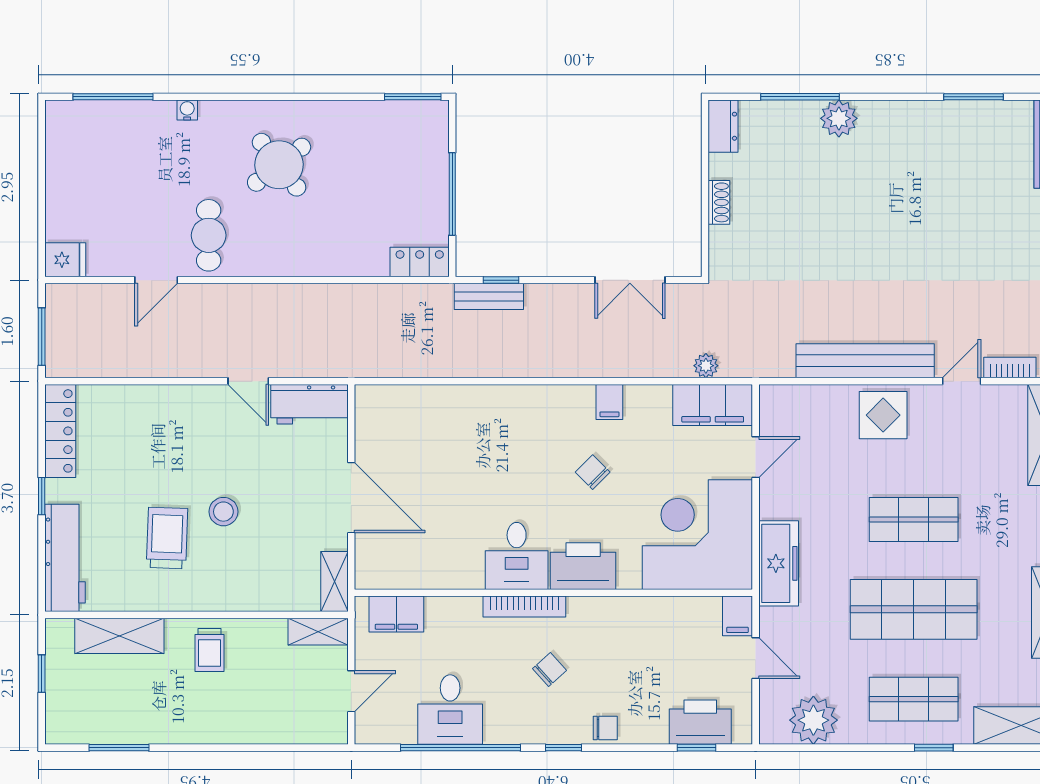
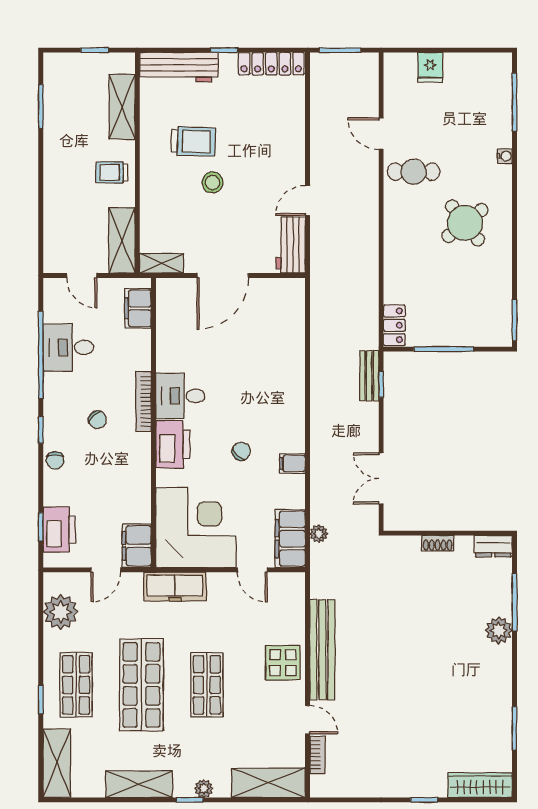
fridge: (65, 260) -> (430, 67), moved
filing cabinet: (738, 616) -> (137, 546), width x2.00
shelving: (318, 632) -> (122, 240), width x1.50, depth x1.33

